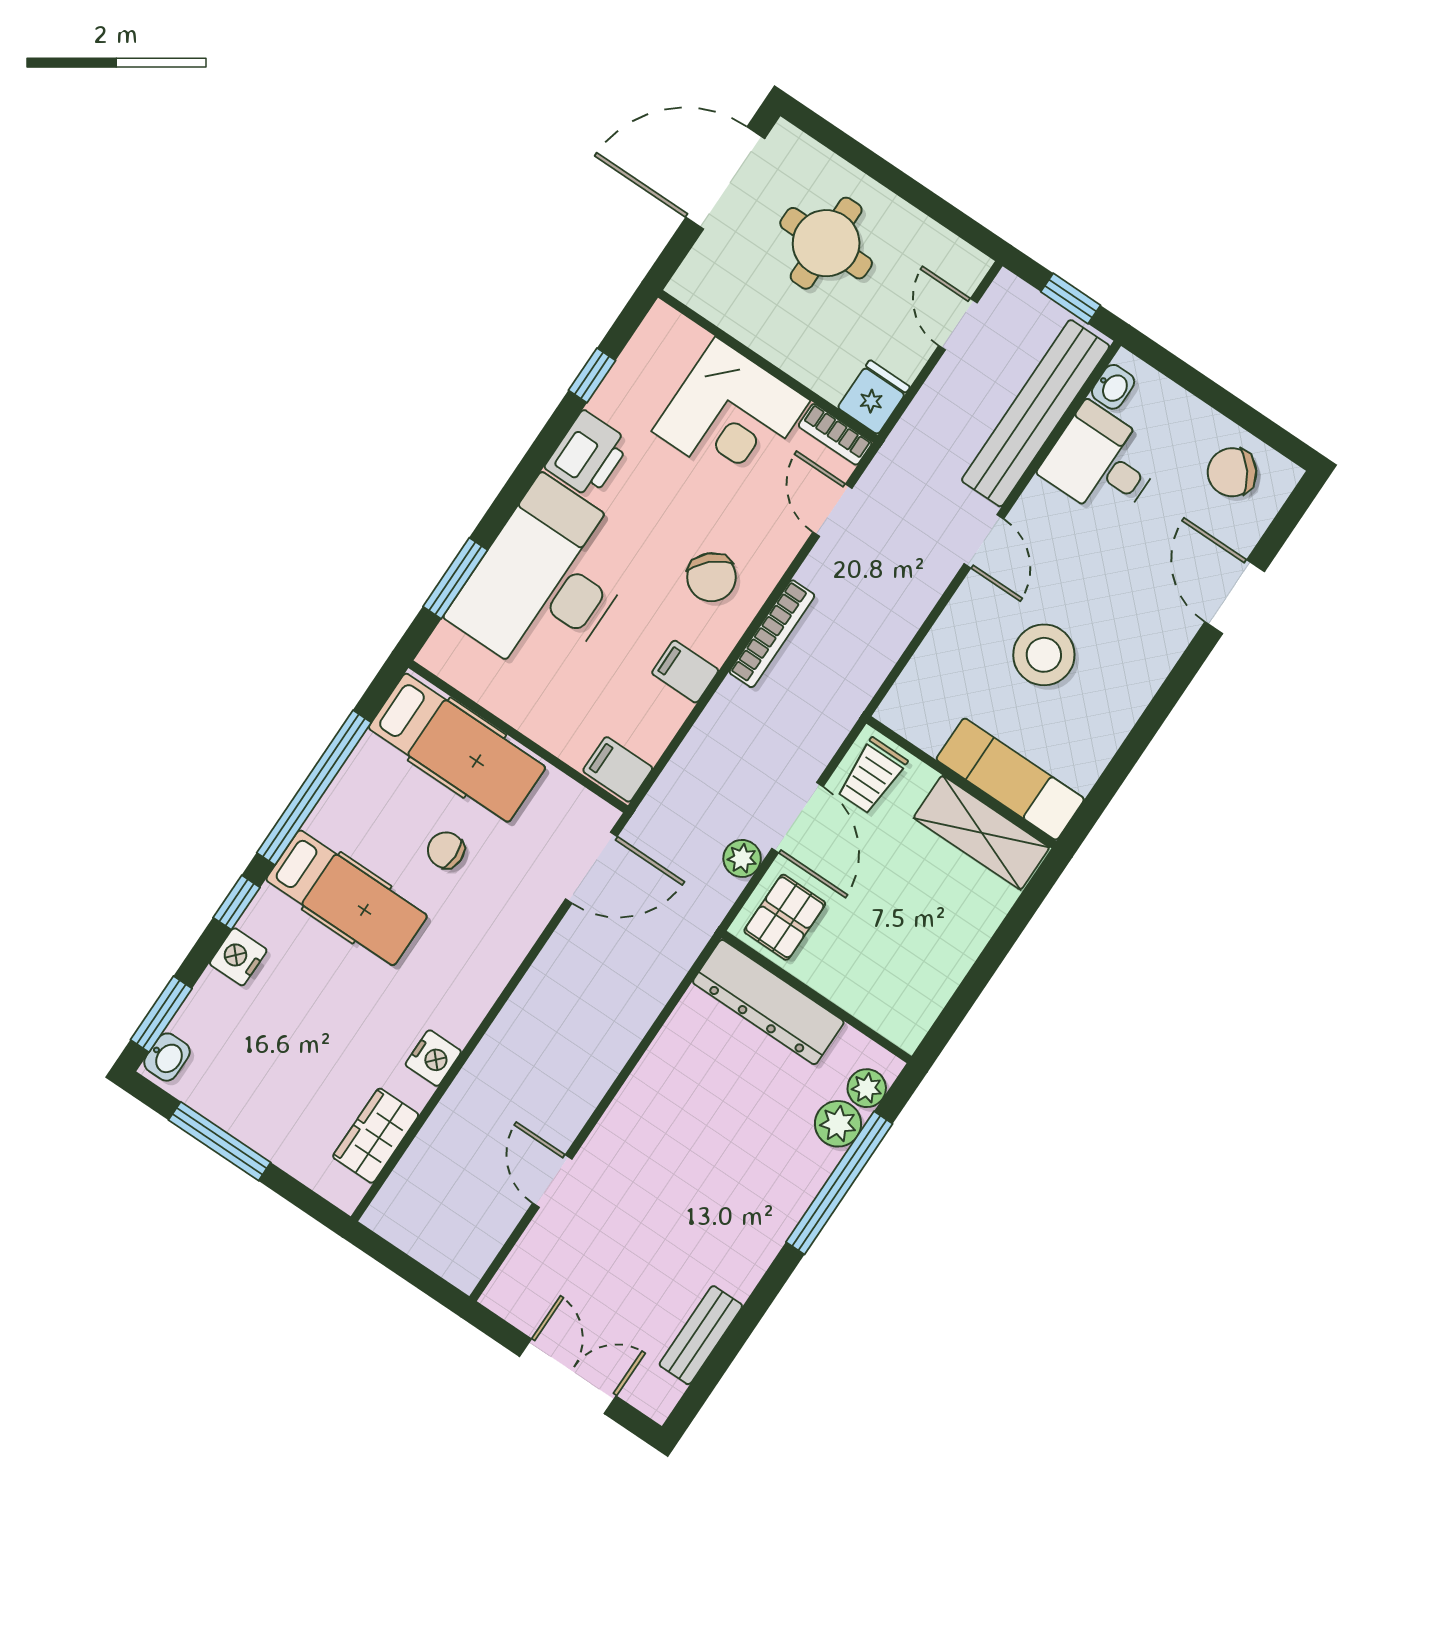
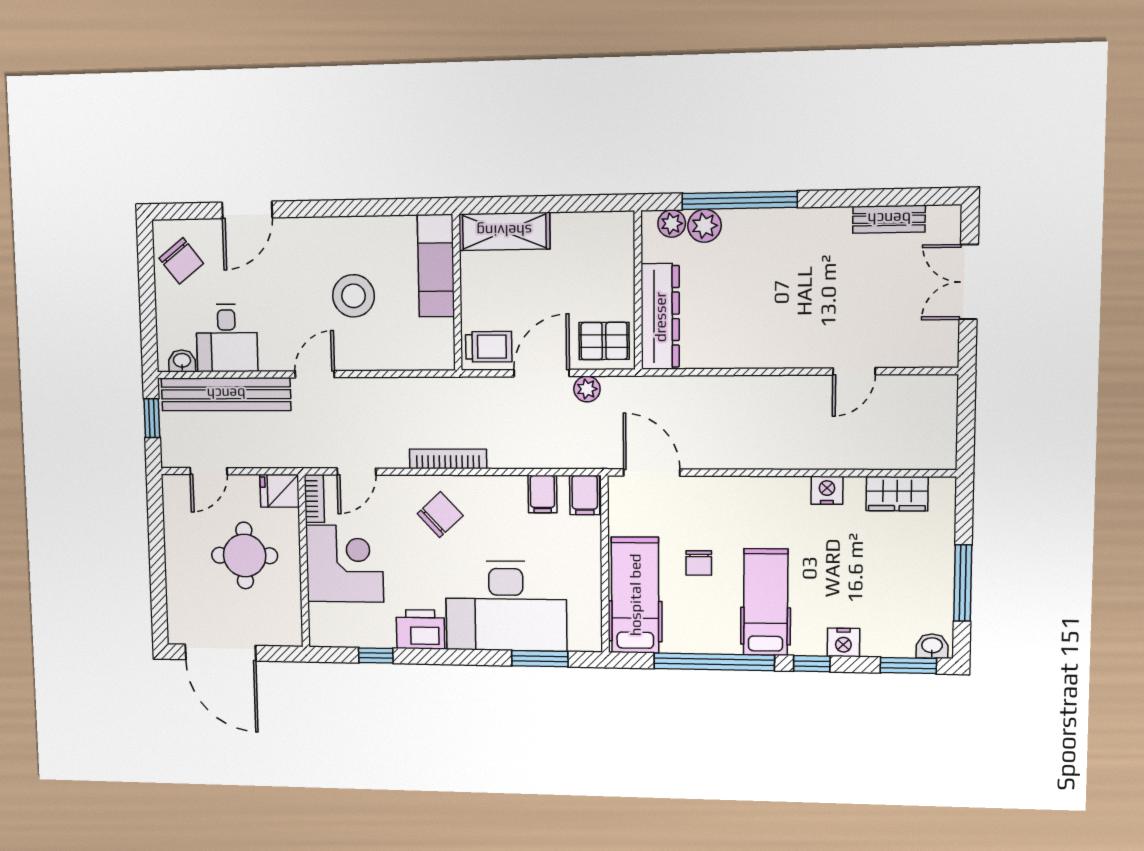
round table: (826, 243) -> (245, 555), moved
filing cabinet: (685, 672) -> (542, 494), moved
shelving: (981, 833) -> (504, 231), moved, turned 90

